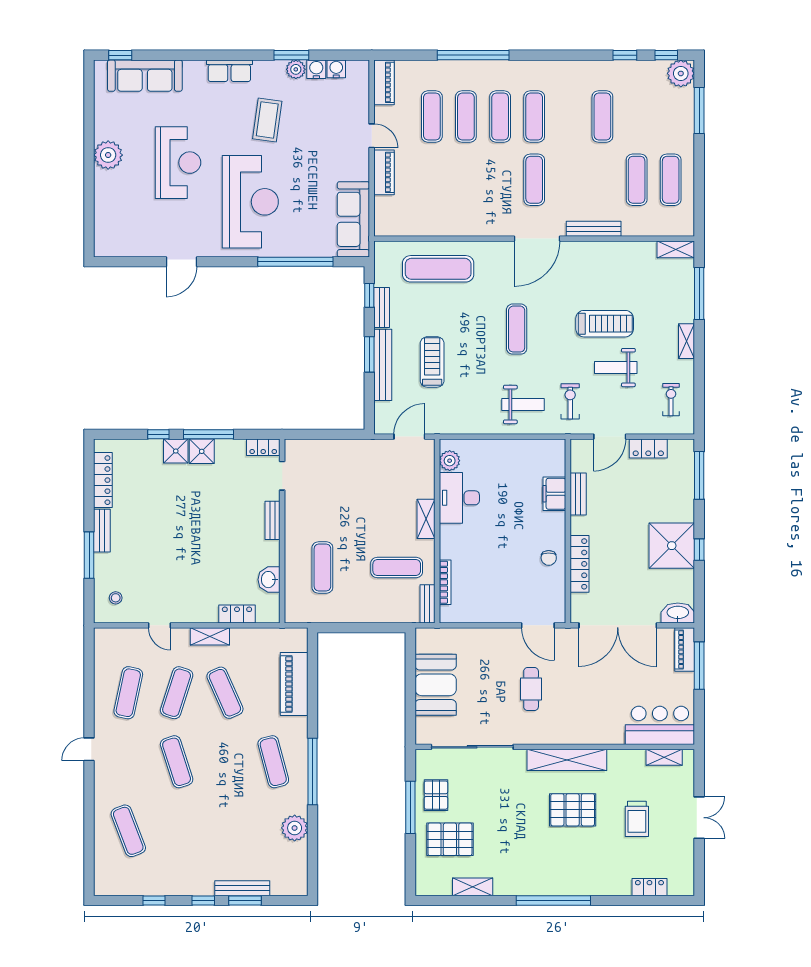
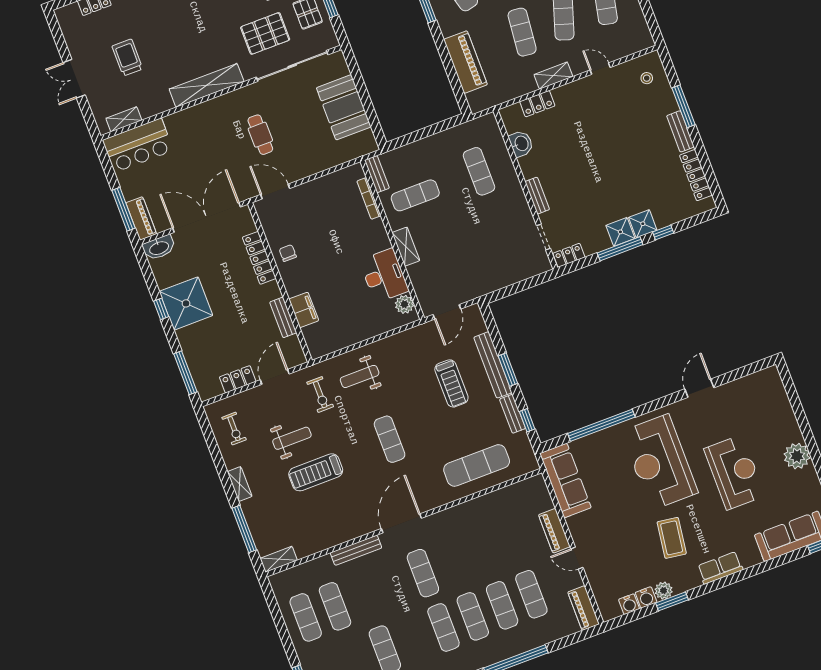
reception desk: (178, 163) -> (734, 472), turned 180
exercise mat: (225, 693) -> (522, 32), turned 30
pallet: (573, 810) -> (265, 33), moved

